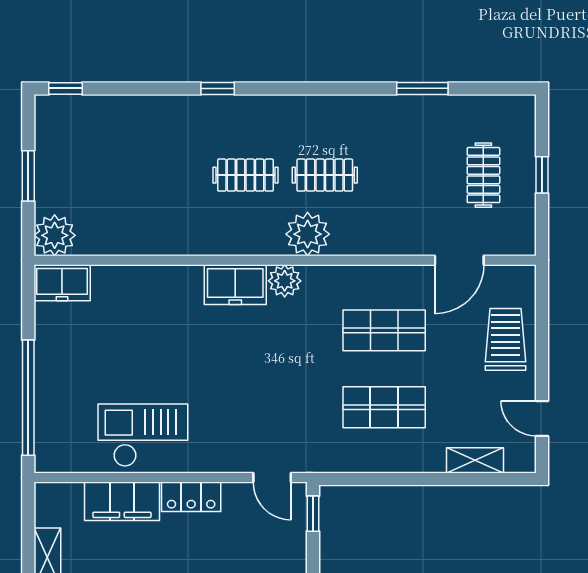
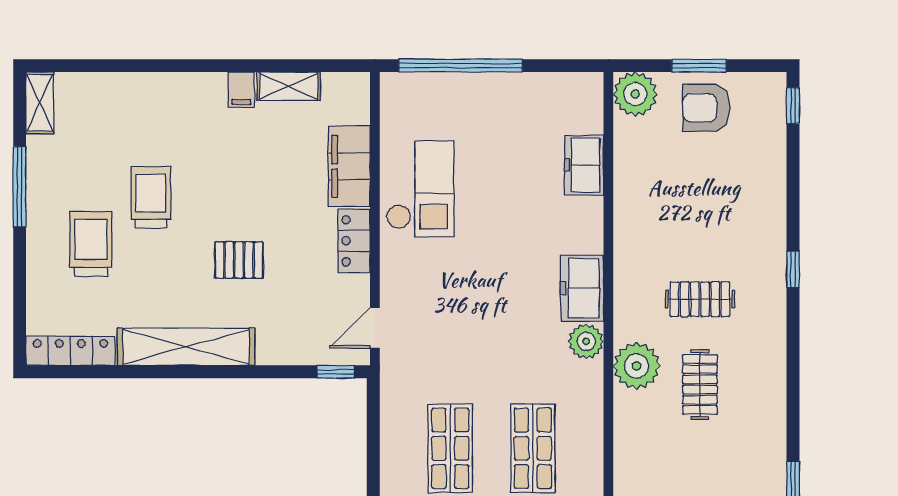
armchair: (67, 169) -> (706, 108), added
clothes rail: (245, 175) -> (700, 299), turned 90
freezer: (62, 283) -> (584, 165), moved

